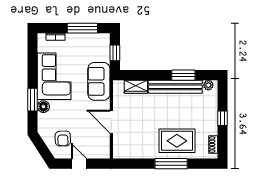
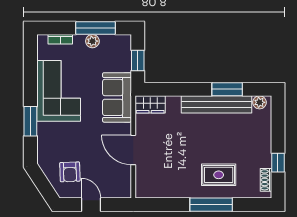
plant: (80, 38) -> (92, 41), added
wardrobe: (136, 87) -> (150, 104), moved
floor lamp: (43, 107) -> (45, 130), removed
window: (222, 118) -> (278, 163), moved
rug: (177, 141) -> (219, 175), width x0.73, depth x0.70

